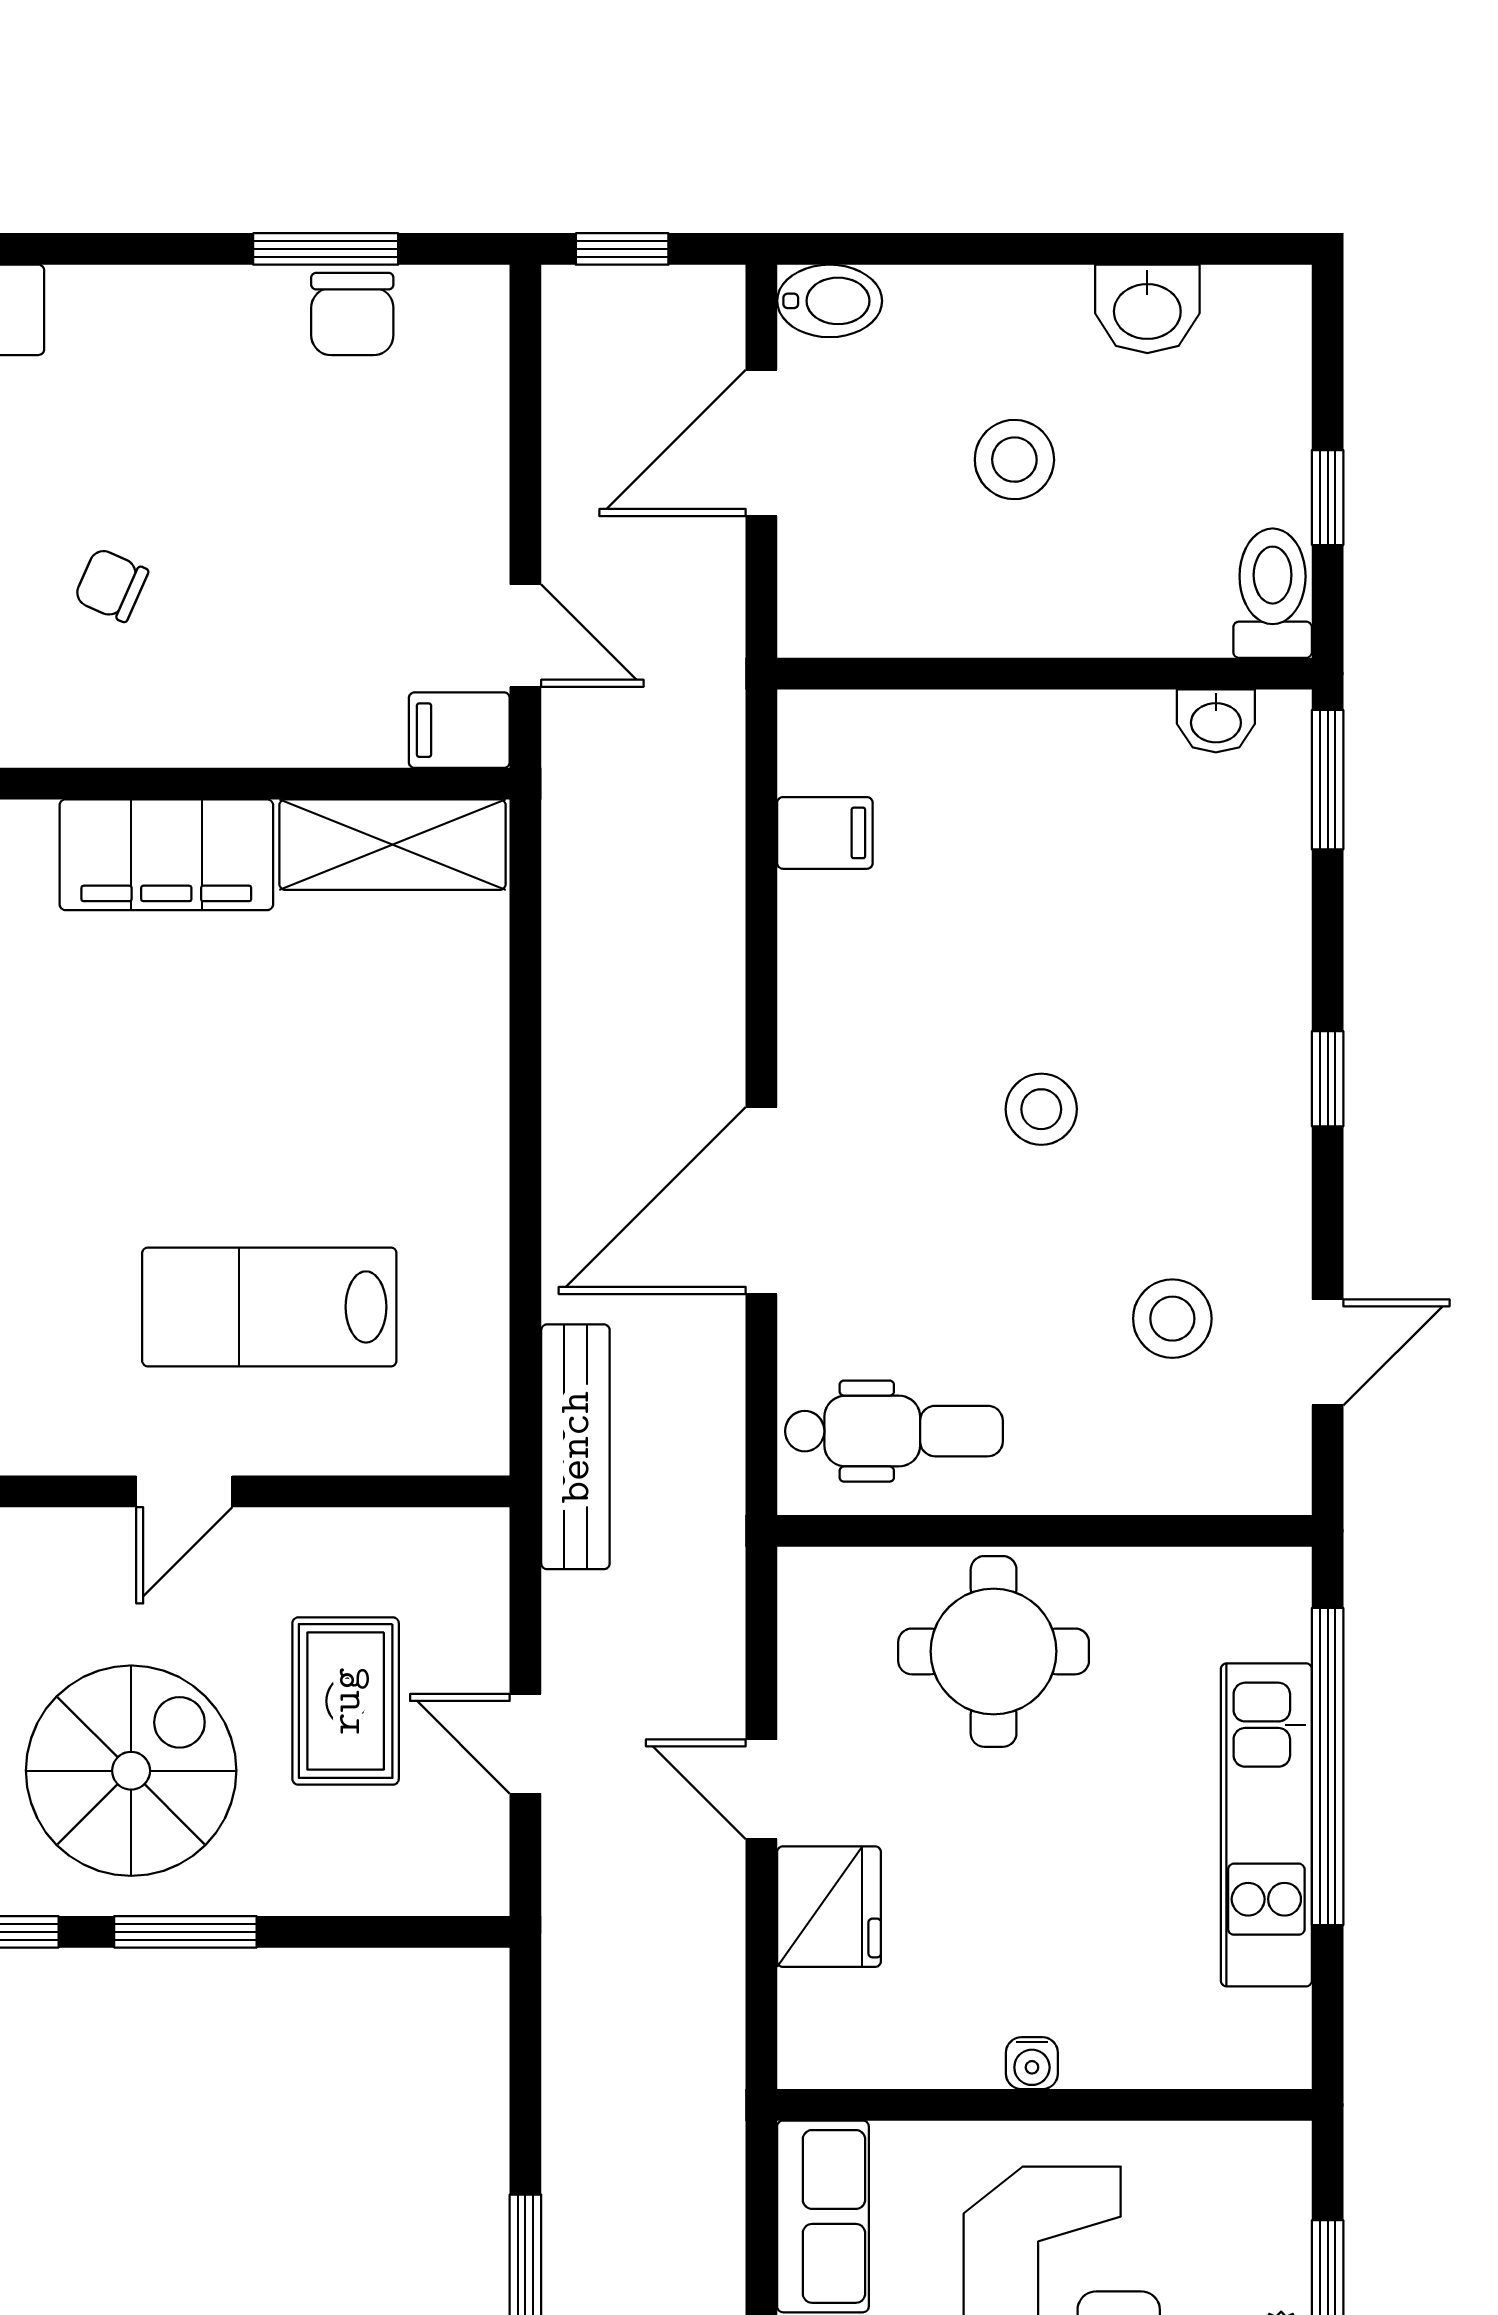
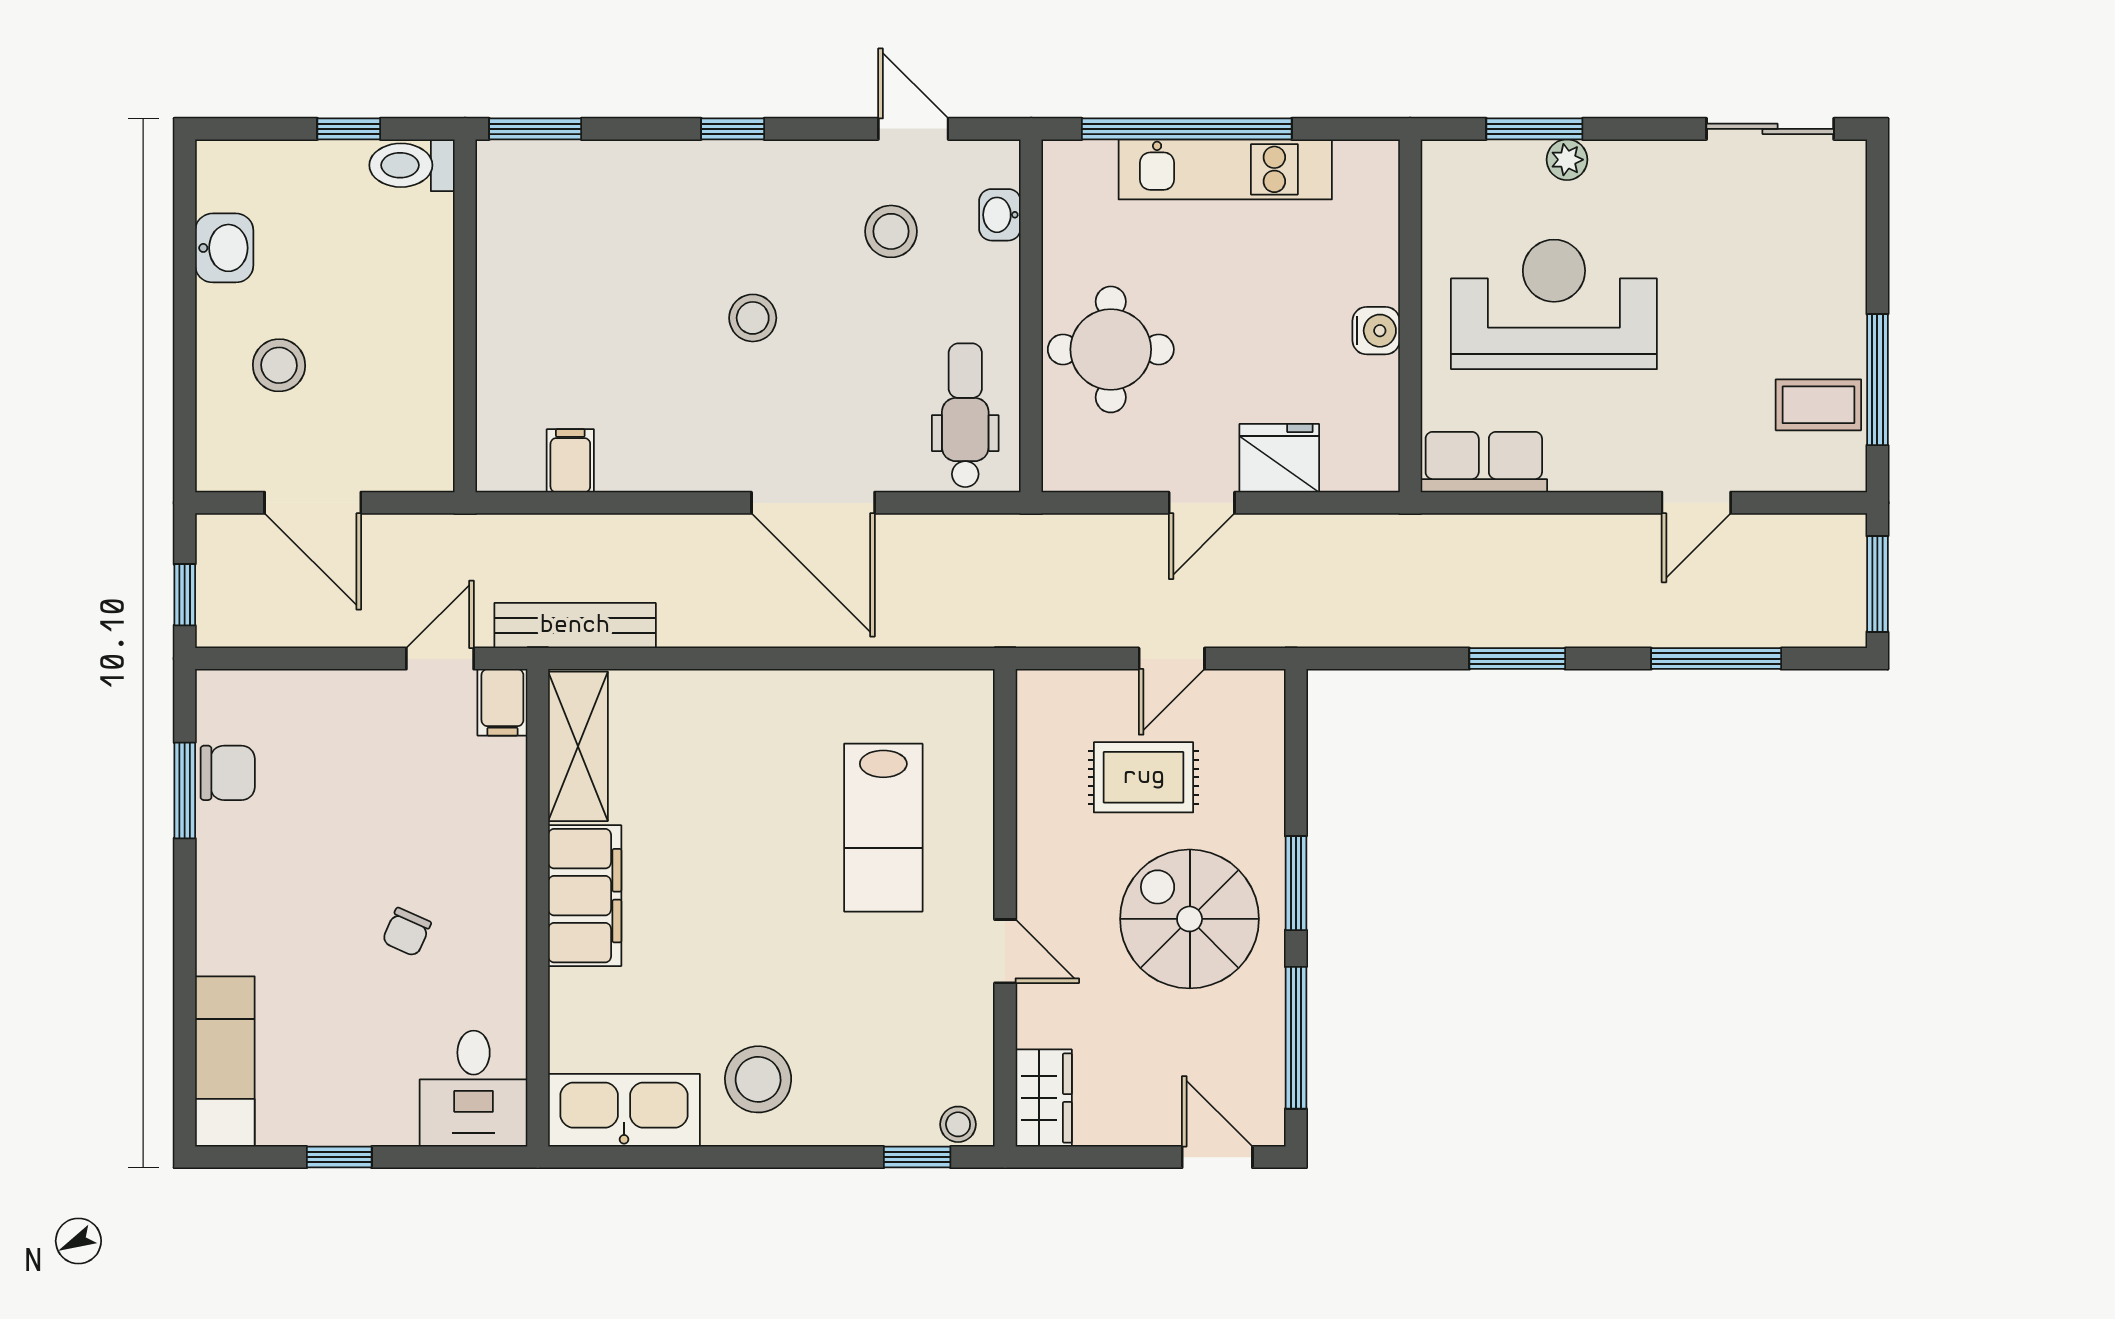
bidet: (830, 301) -> (219, 458), removed
stool: (1014, 460) -> (279, 365), moved
washbasin: (1216, 721) -> (1000, 215), moved, turned 180
bench: (575, 1447) -> (575, 626), moved
door: (184, 1491) -> (1005, 951), moved
water cooler: (1032, 2063) -> (1376, 331), width x1.38, depth x1.38

